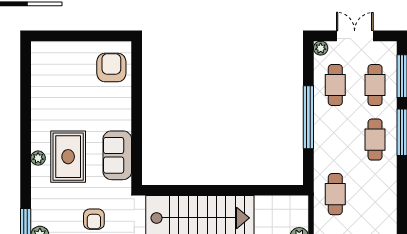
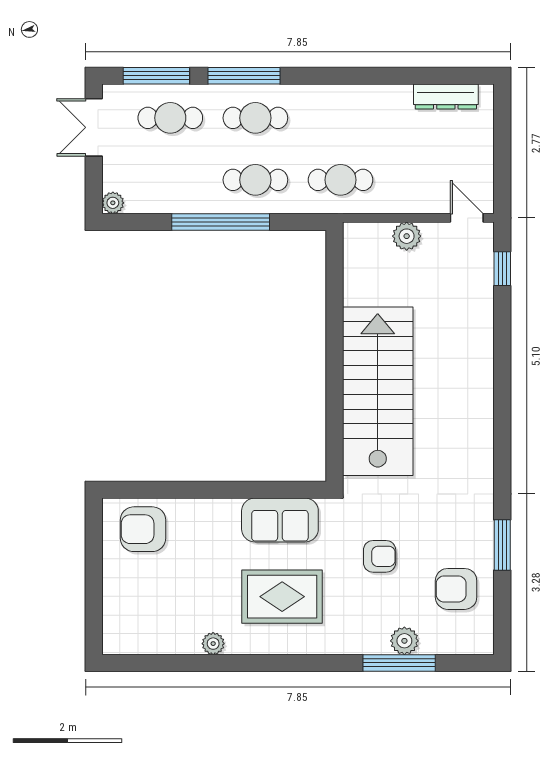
double door: (355, 36) -> (94, 127), moved
cafe table: (335, 85) -> (255, 180), moved
plant: (38, 158) -> (213, 644), moved

